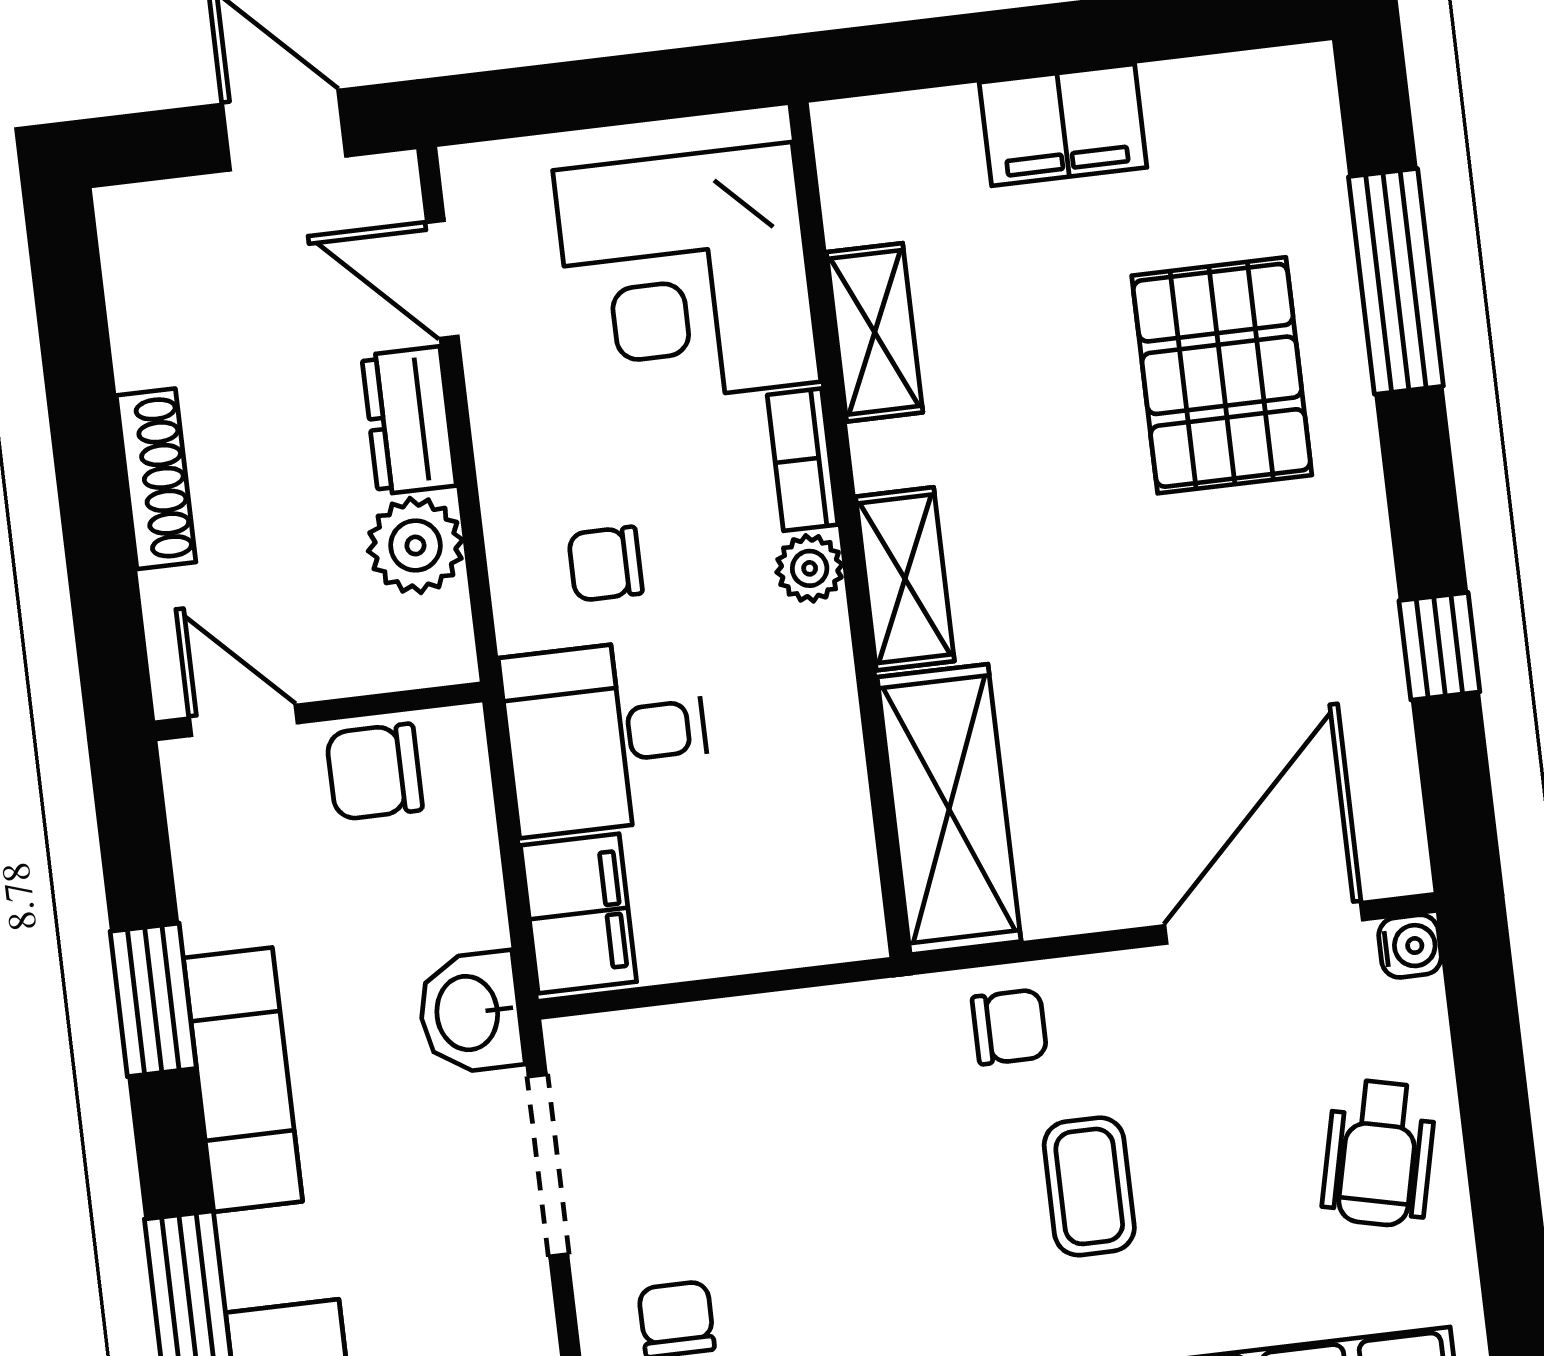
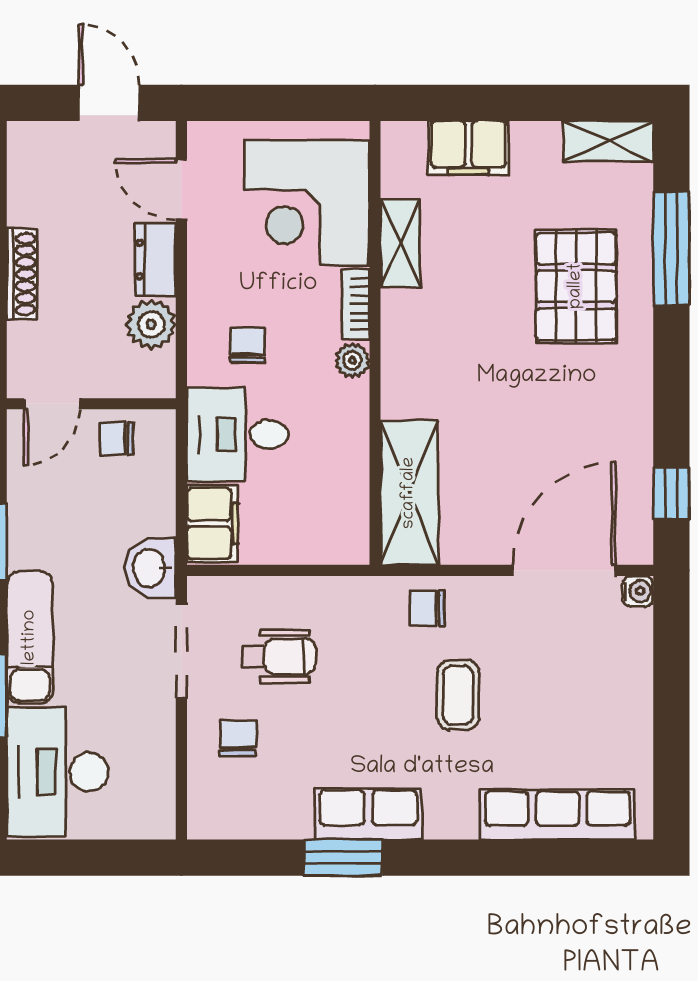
filing cabinet: (1063, 125) -> (468, 148), moved
chair: (605, 564) -> (248, 345), turned 90
shelving: (905, 579) -> (608, 141), moved, turned 90
window: (1439, 646) -> (671, 493), moved
door: (243, 720) -> (52, 404), swing flipped
chair: (374, 772) -> (116, 438), width x0.73, depth x0.73
chair: (1010, 1027) -> (427, 608), turned 180
exam couch: (243, 1080) -> (30, 637), moved
wheelchair: (1379, 1153) -> (279, 656), moved, turned -103

